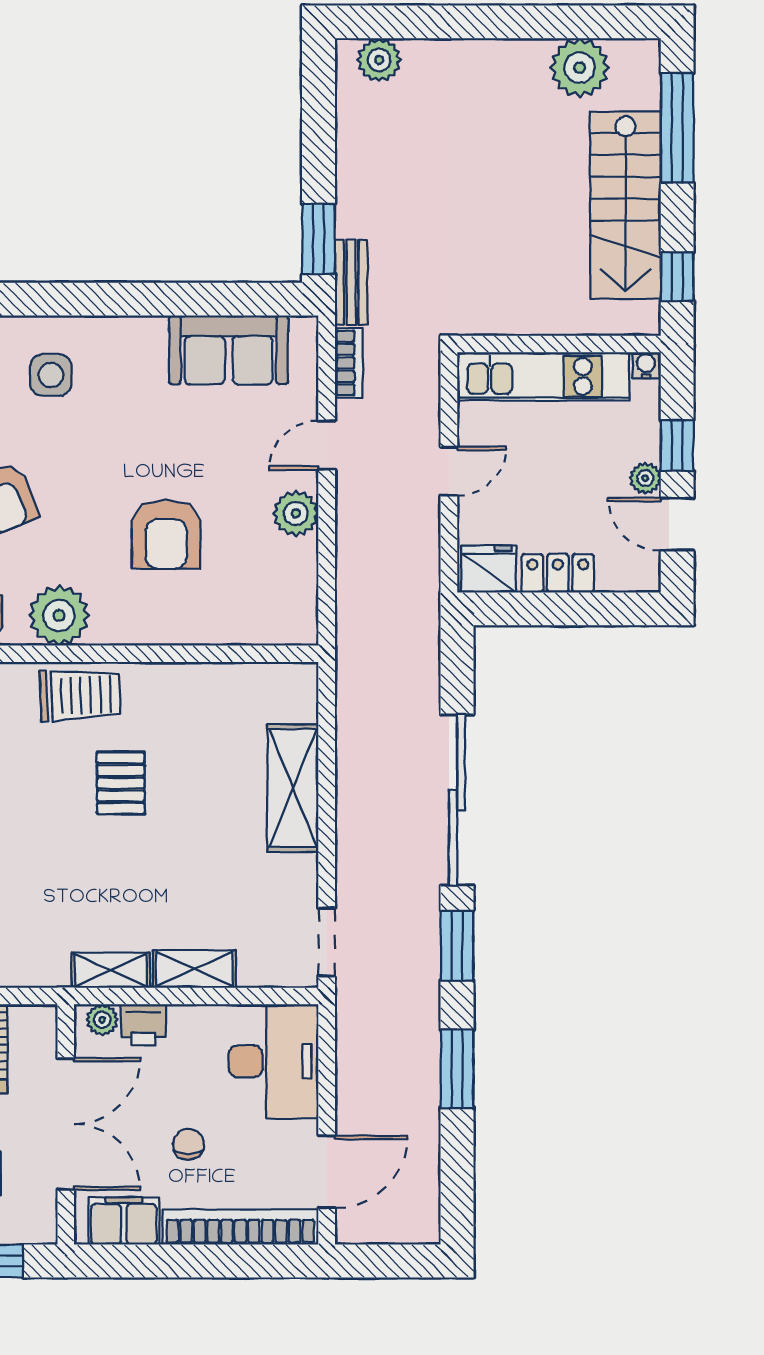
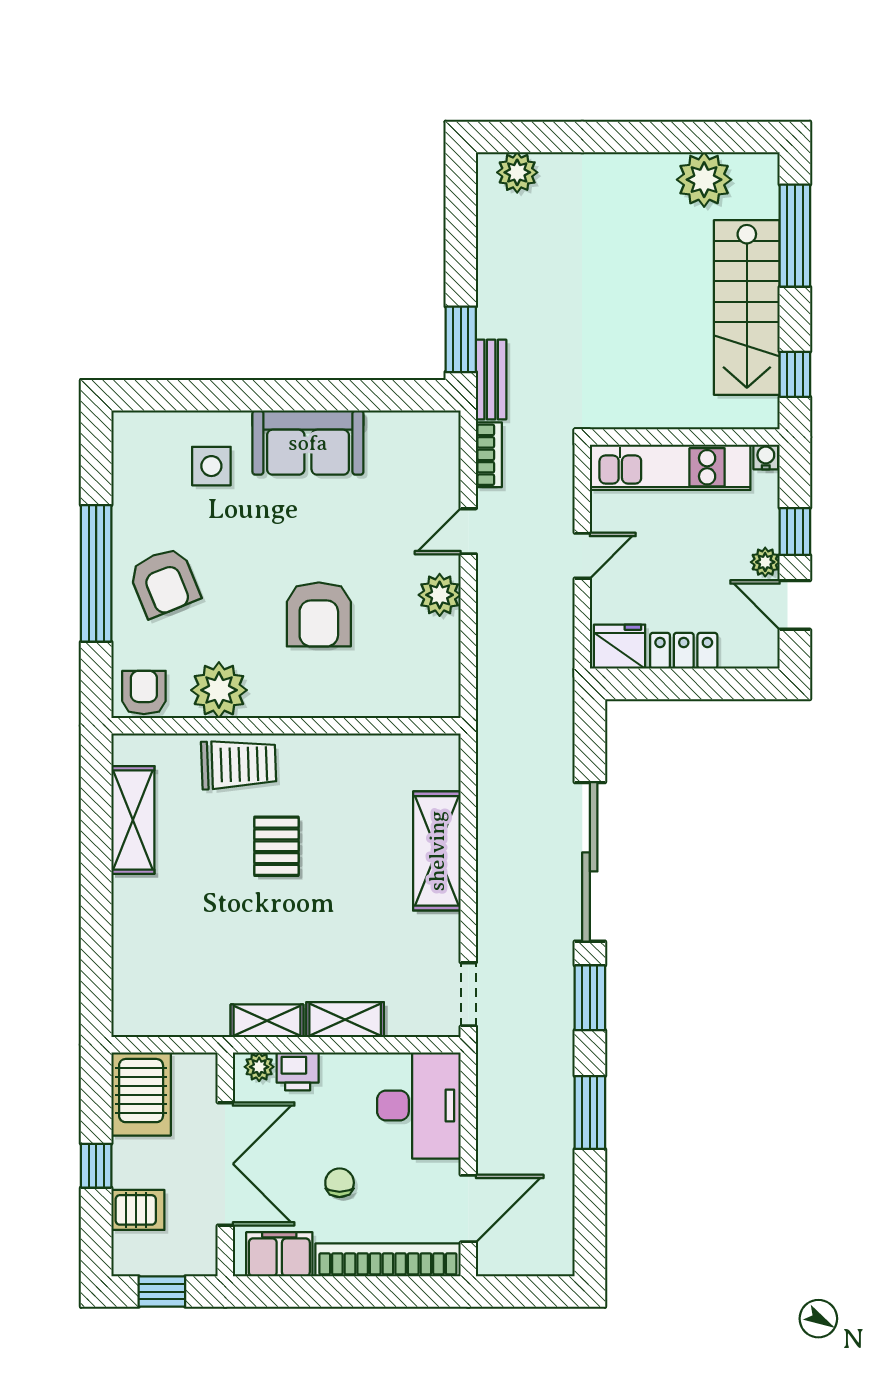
sofa: (229, 350) -> (308, 443), moved

